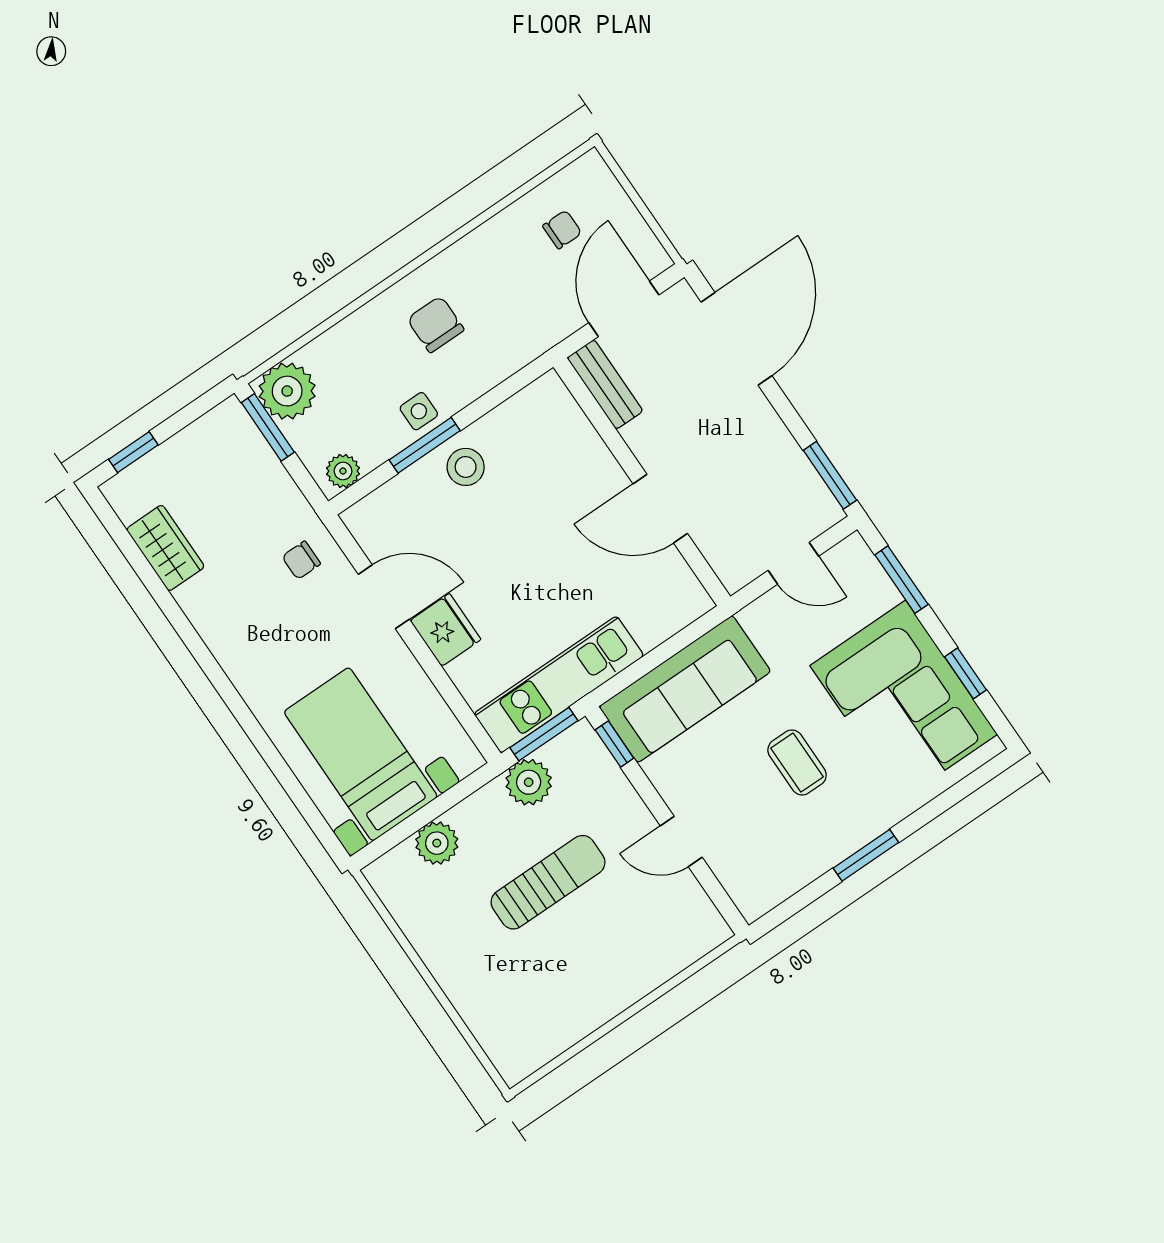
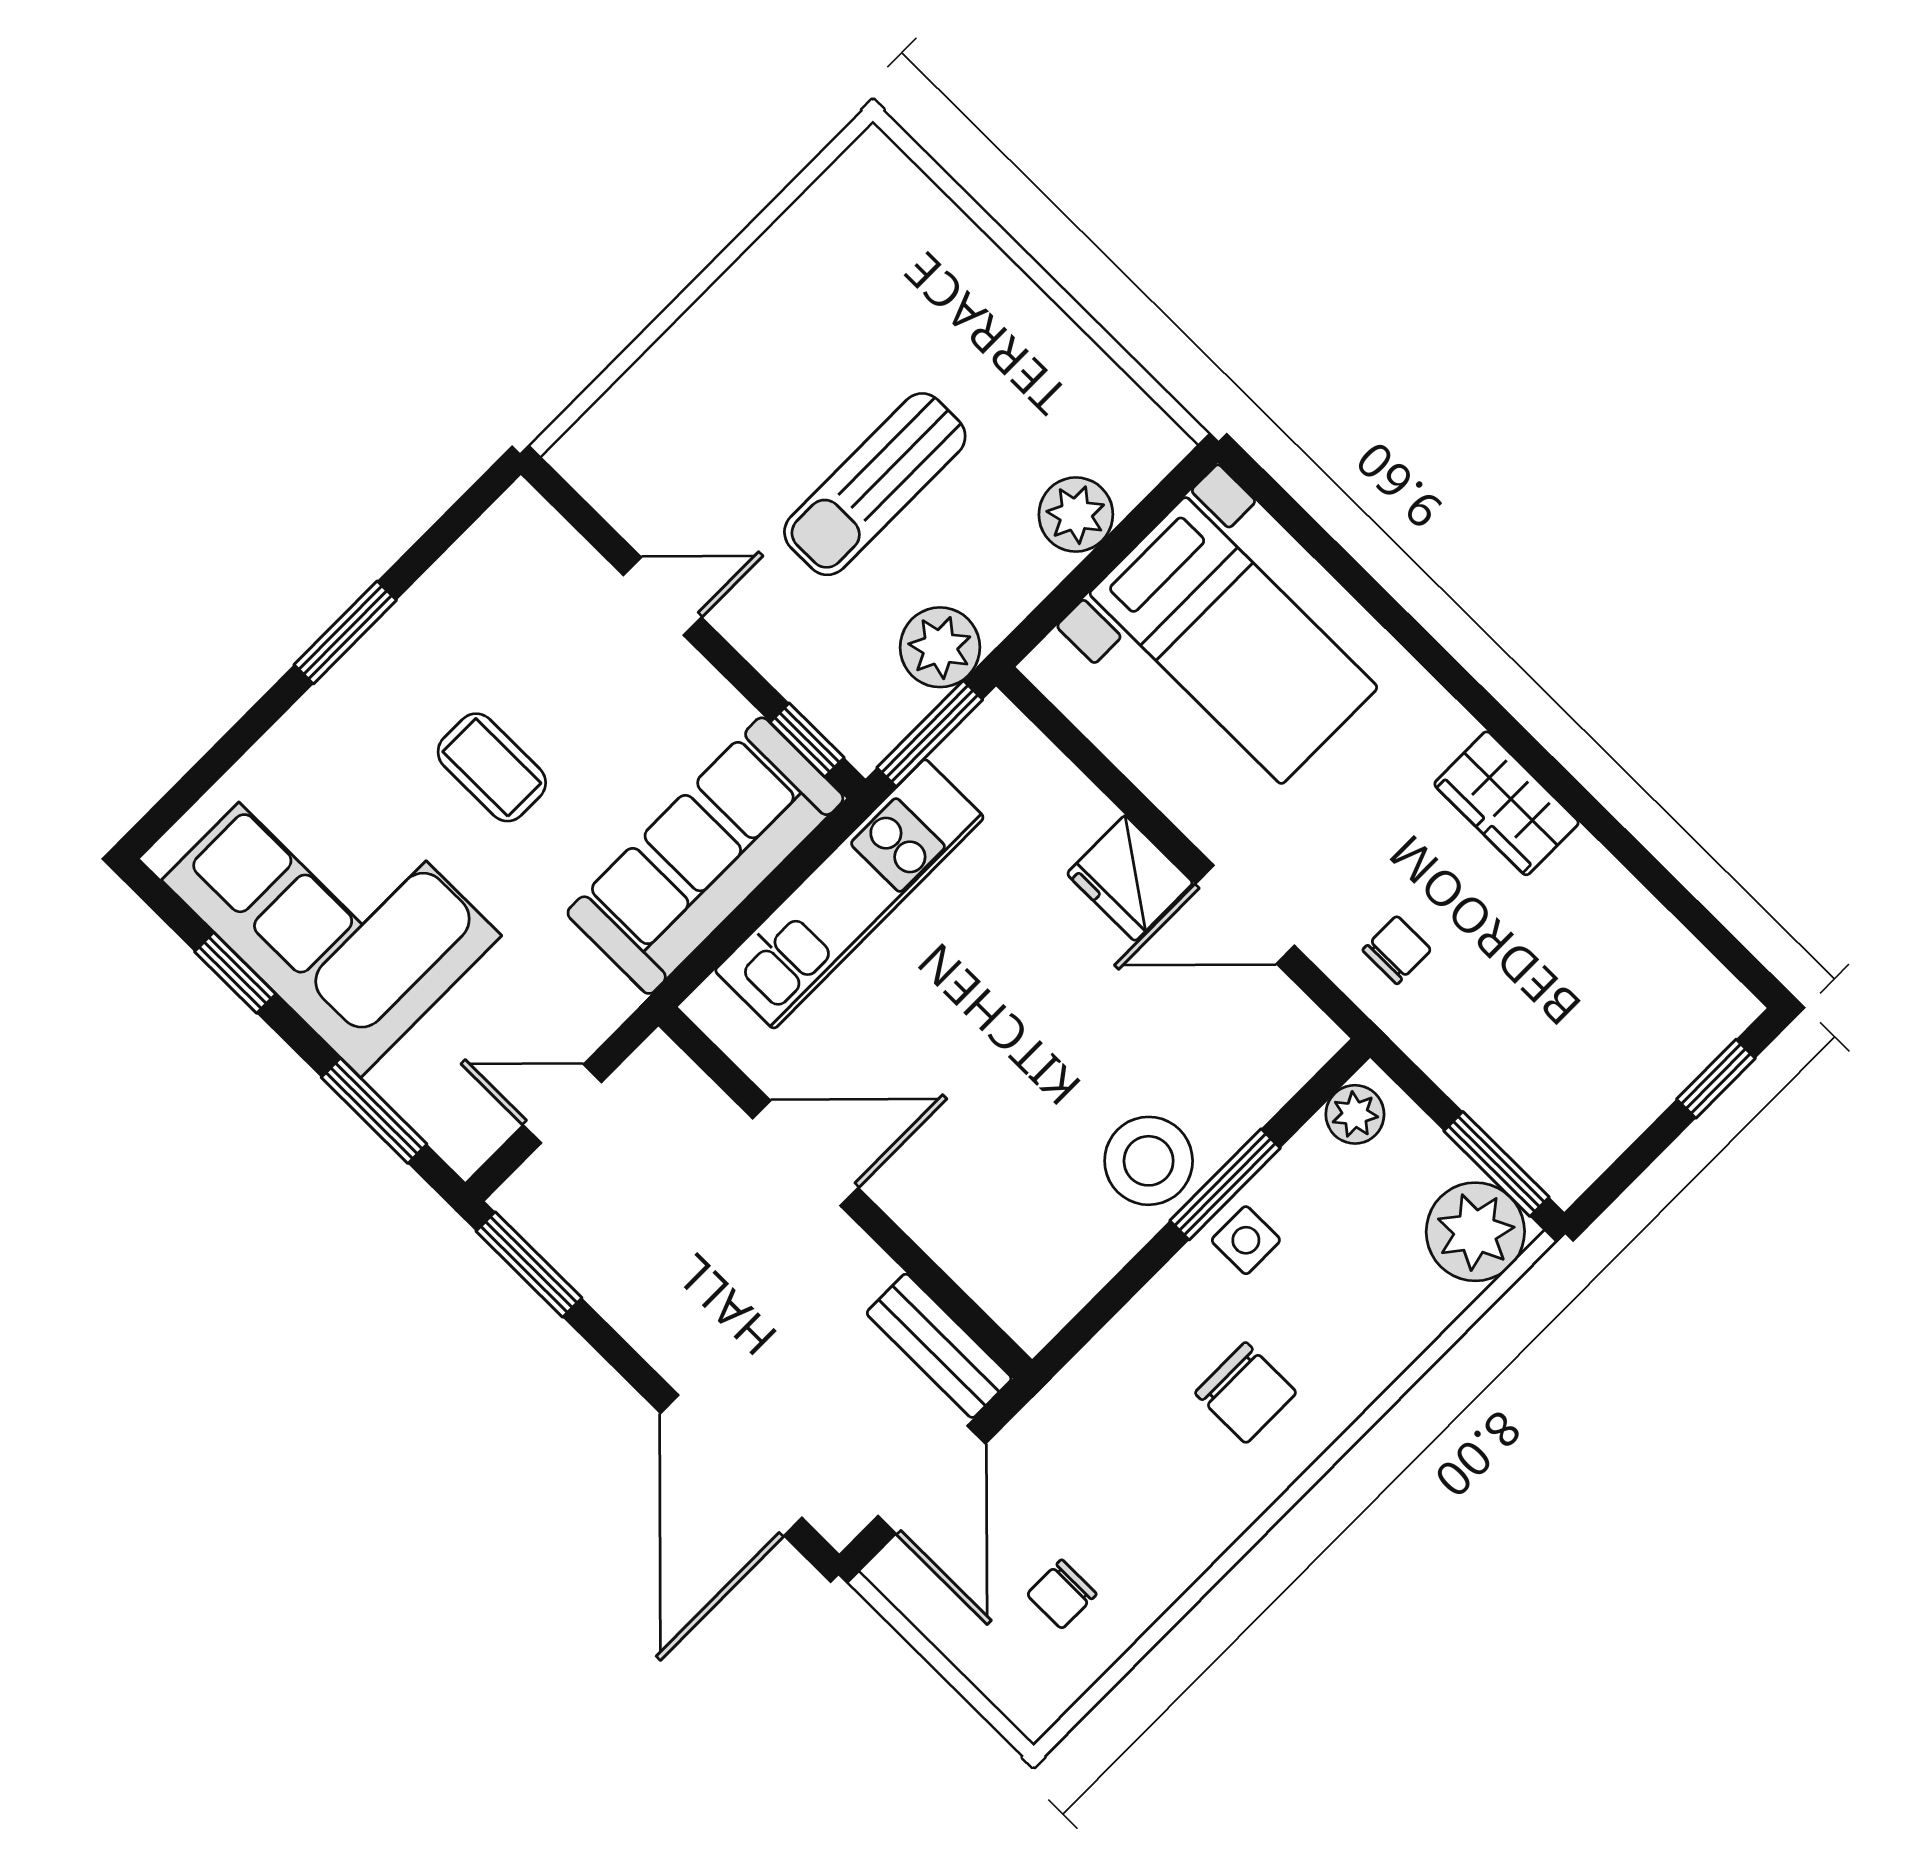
stool: (466, 467) -> (1149, 1161), width x1.38, depth x1.38
wardrobe: (165, 548) -> (1507, 803), moved
kitchen unit: (559, 685) -> (849, 894), moved

